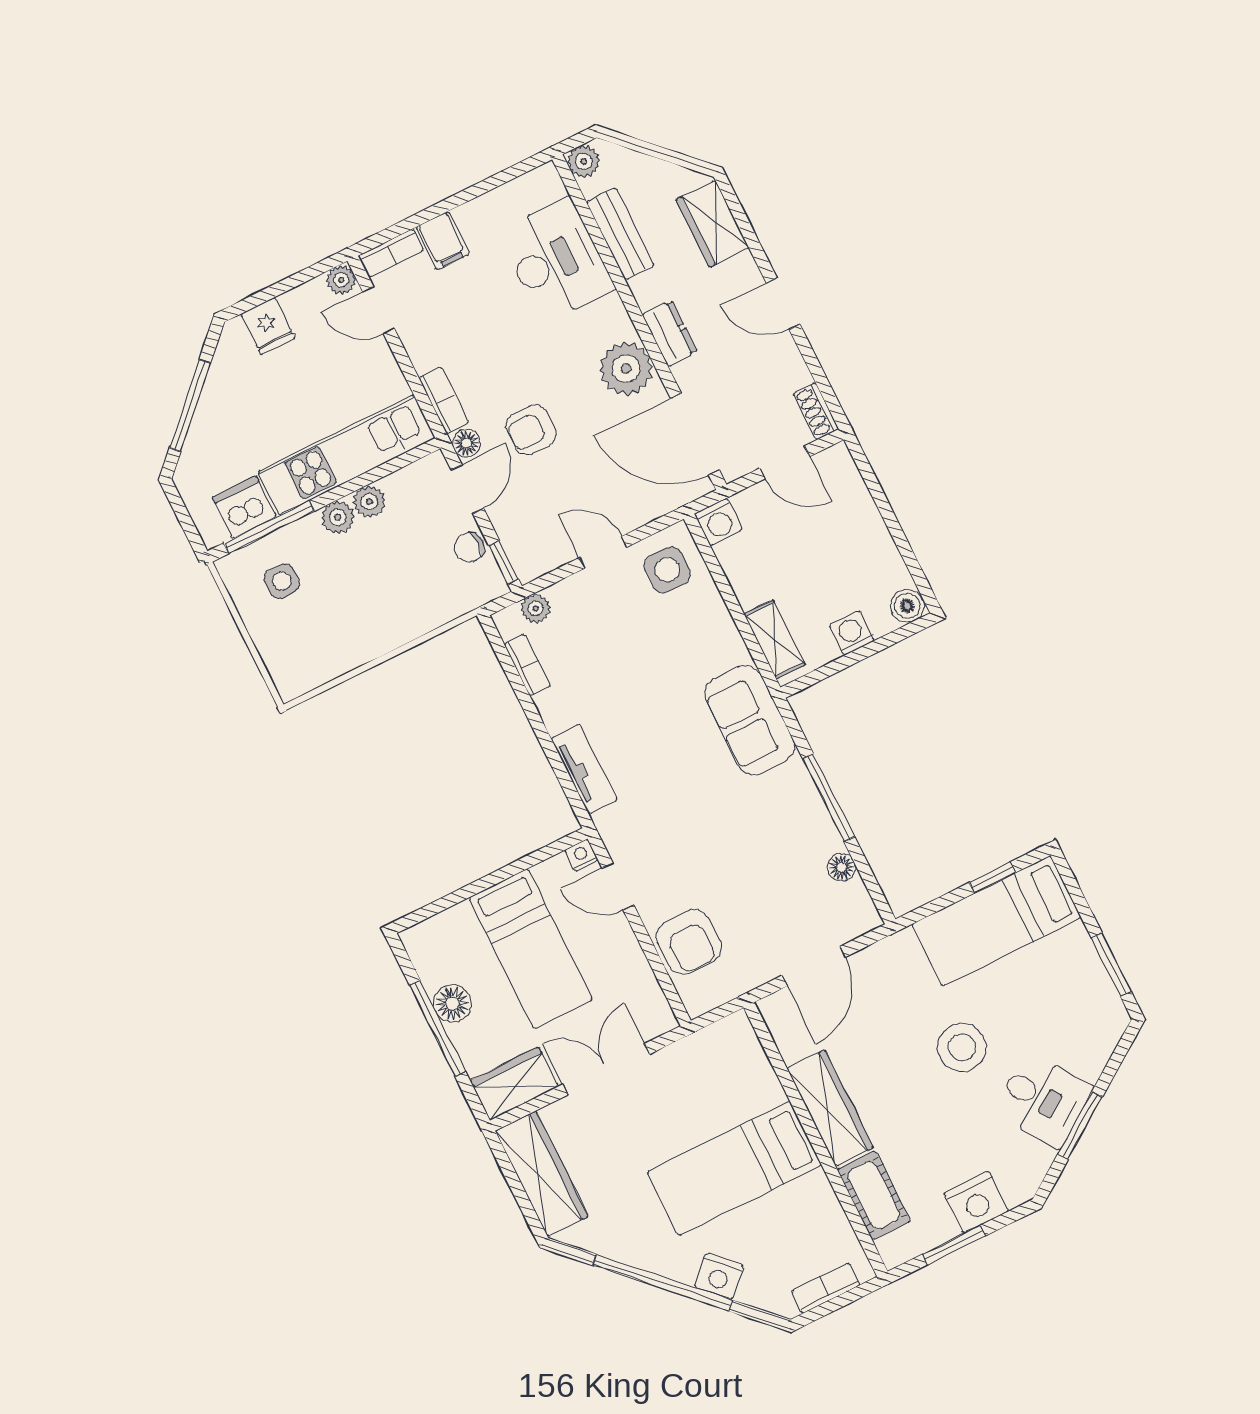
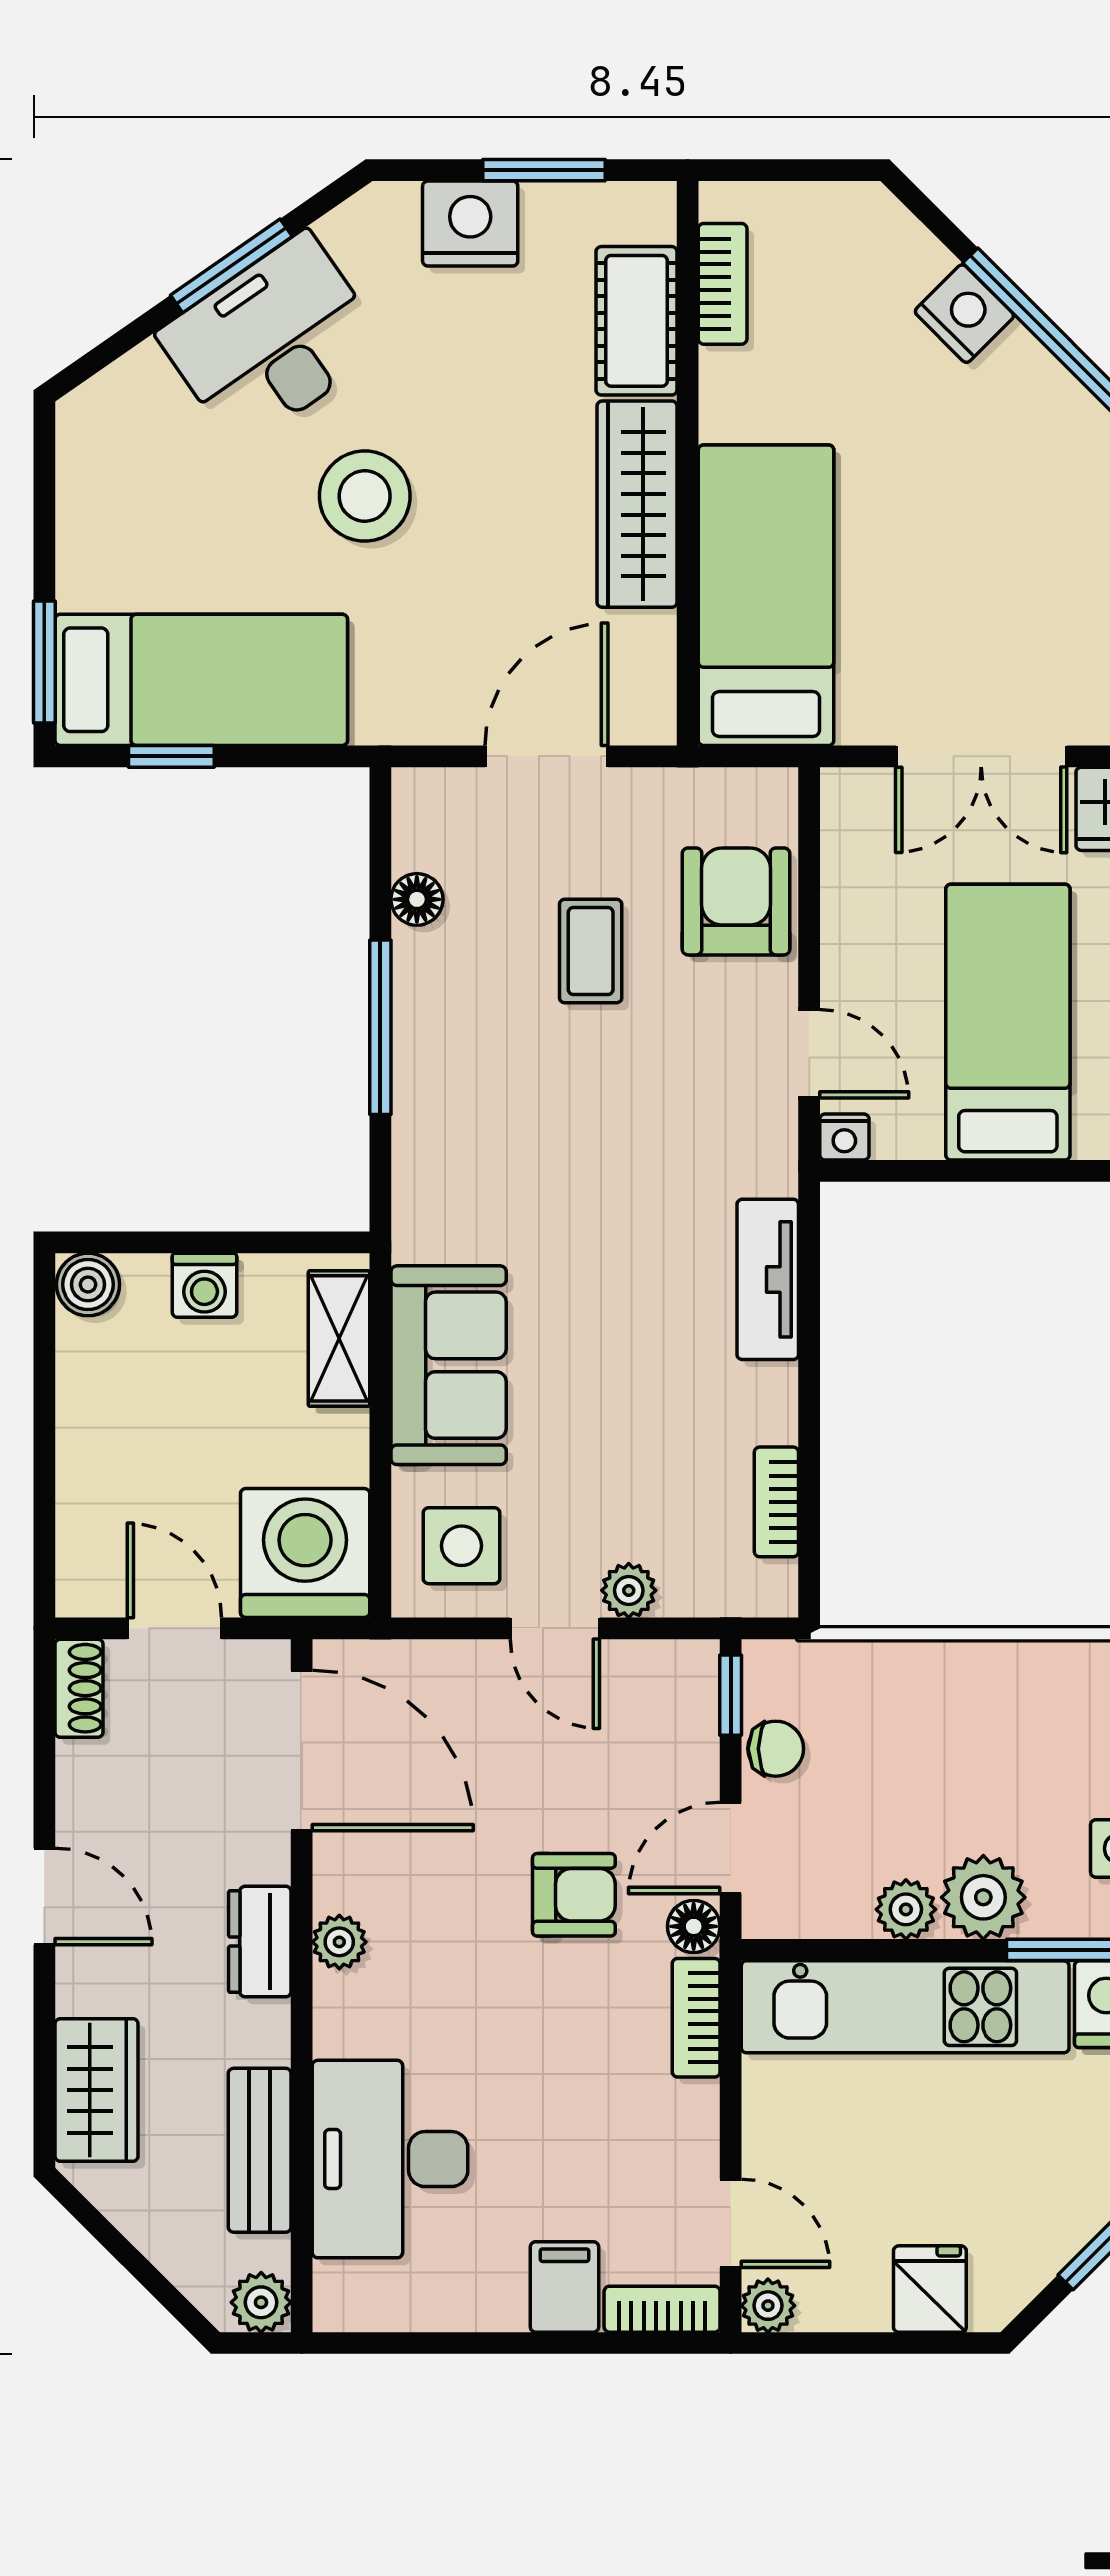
plant: (626, 369) -> (339, 1942), width x0.53, depth x0.53
plant: (338, 517) -> (983, 1897), width x1.38, depth x1.38
washing machine: (718, 522) -> (305, 1553), width x1.89, depth x1.89
plant: (536, 608) -> (629, 1590), moved
sofa: (750, 720) -> (449, 1365), moved
coffee table: (746, 884) -> (591, 951), added
window: (1111, 965) -> (44, 662), moved
desk: (1043, 1100) -> (272, 341), width x1.37
bed: (734, 1168) -> (766, 595), moved, turned -90
bookcase: (825, 1288) -> (723, 284), moved, turned -90

